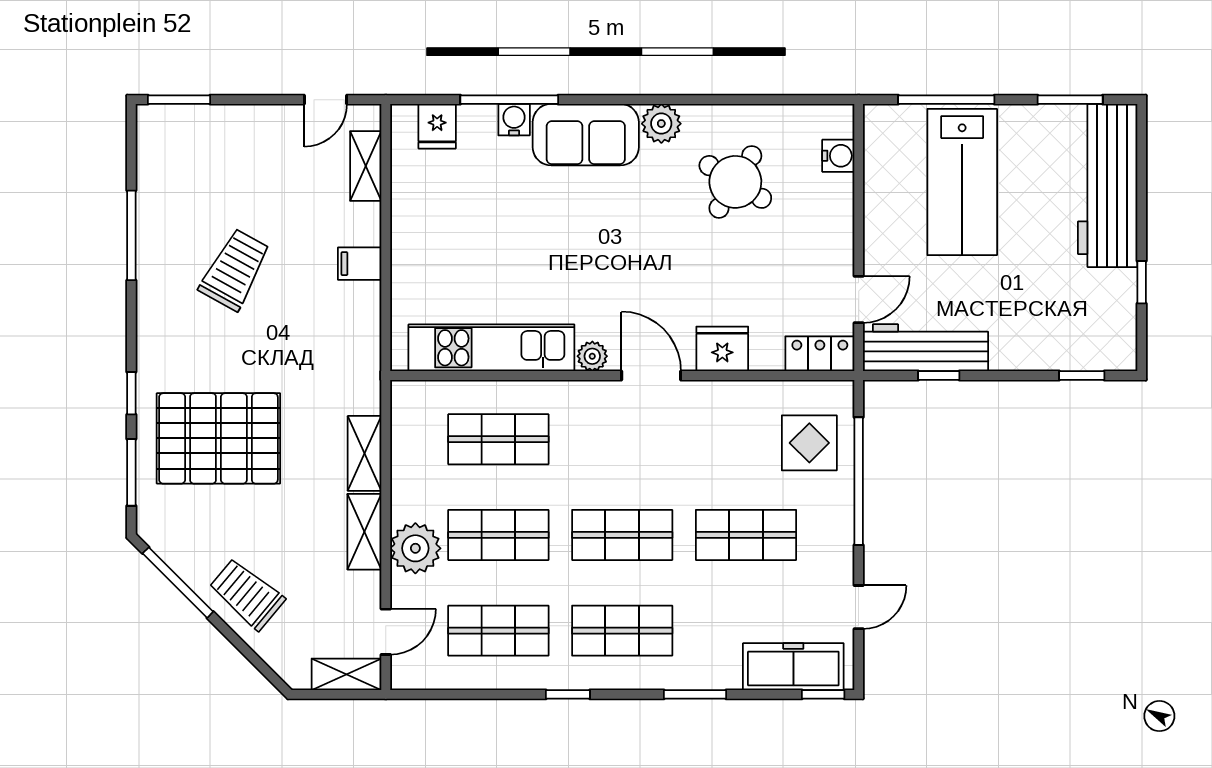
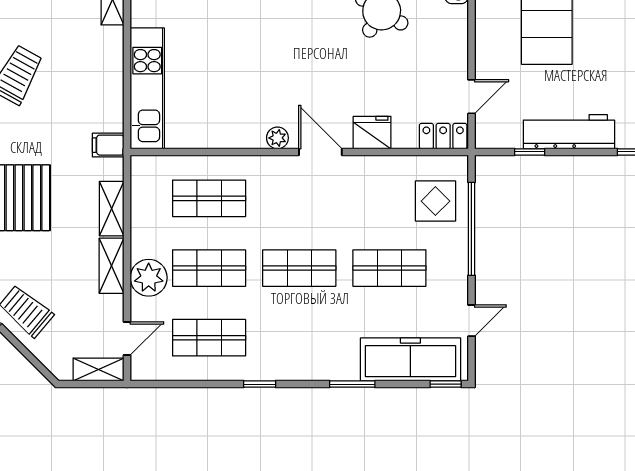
filing cabinet: (360, 264) -> (108, 145), moved
kitchen unit: (491, 348) -> (147, 88), moved, turned 90
workbench: (926, 348) -> (569, 132), moved
shop shelf: (622, 631) -> (299, 338), removed
freezer: (793, 667) -> (410, 359), width x1.36, depth x1.26

